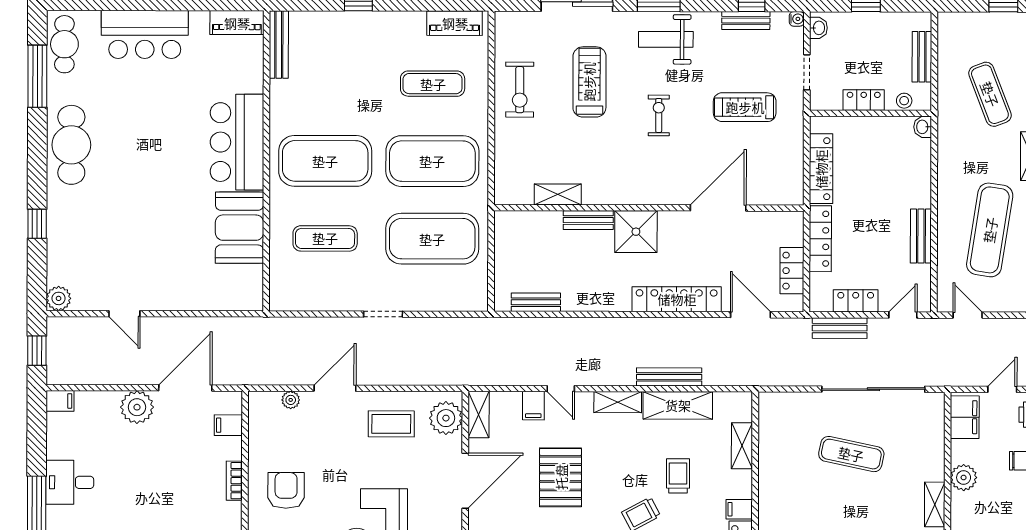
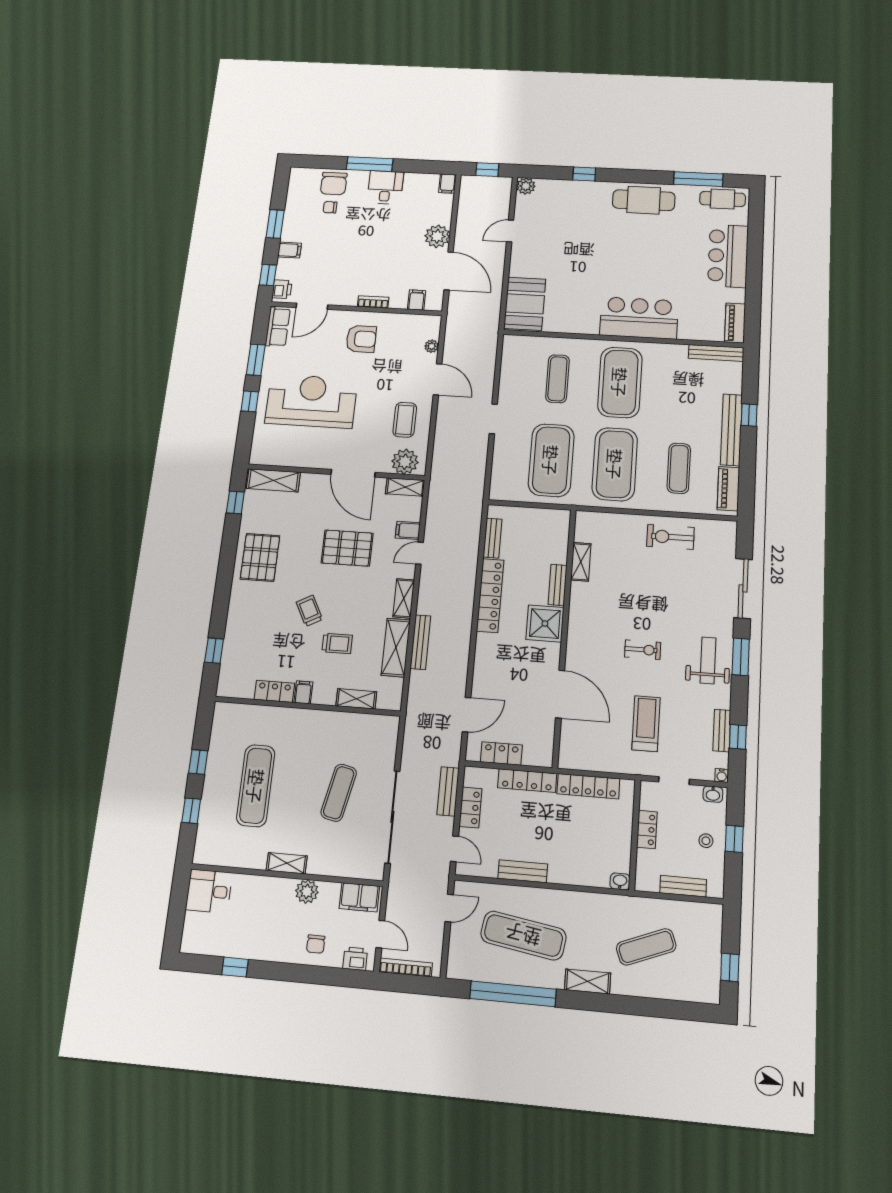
bench: (379, 22) -> (731, 430), added
treadmill: (589, 82) -> (674, 594), removed
stool: (904, 101) -> (706, 841), moved
booth: (239, 228) -> (525, 304), moved, turned 90
locker: (677, 299) -> (490, 596), moved

